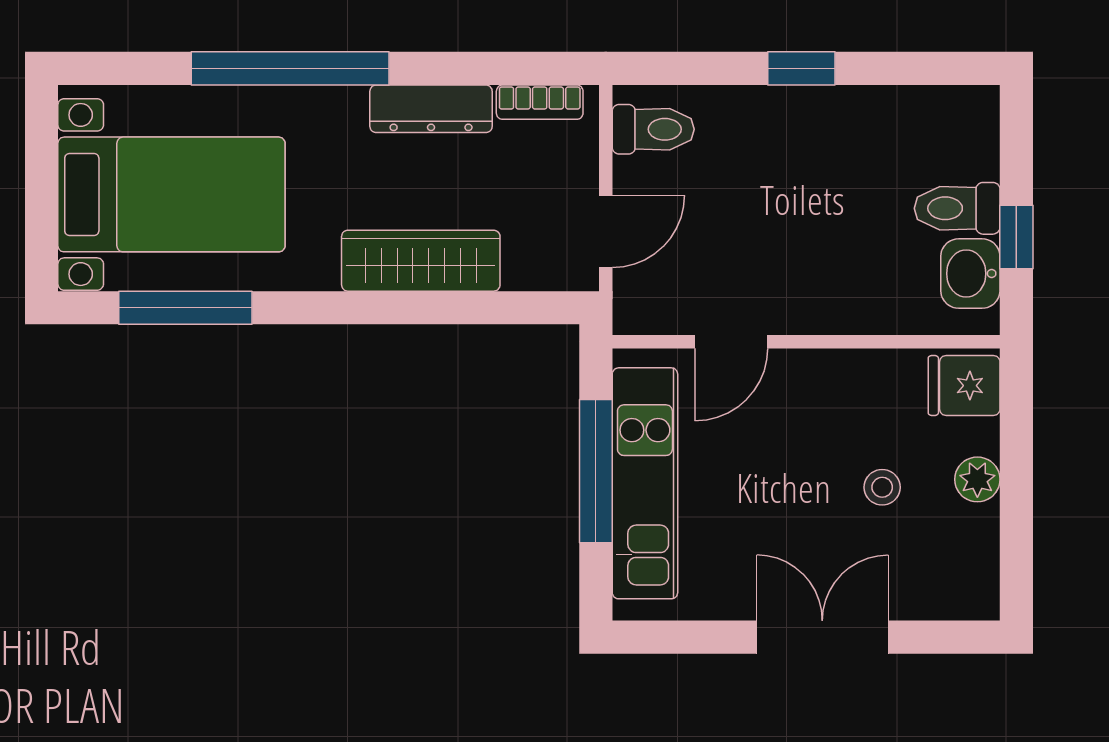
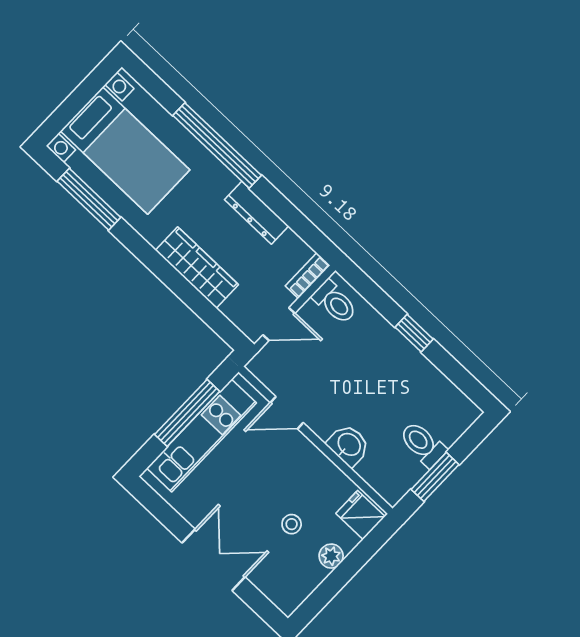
bookcase: (540, 102) -> (308, 276), moved, turned 90
window: (1016, 237) -> (435, 477), width x1.50
washbasin: (970, 274) -> (349, 445), moved, turned 90

